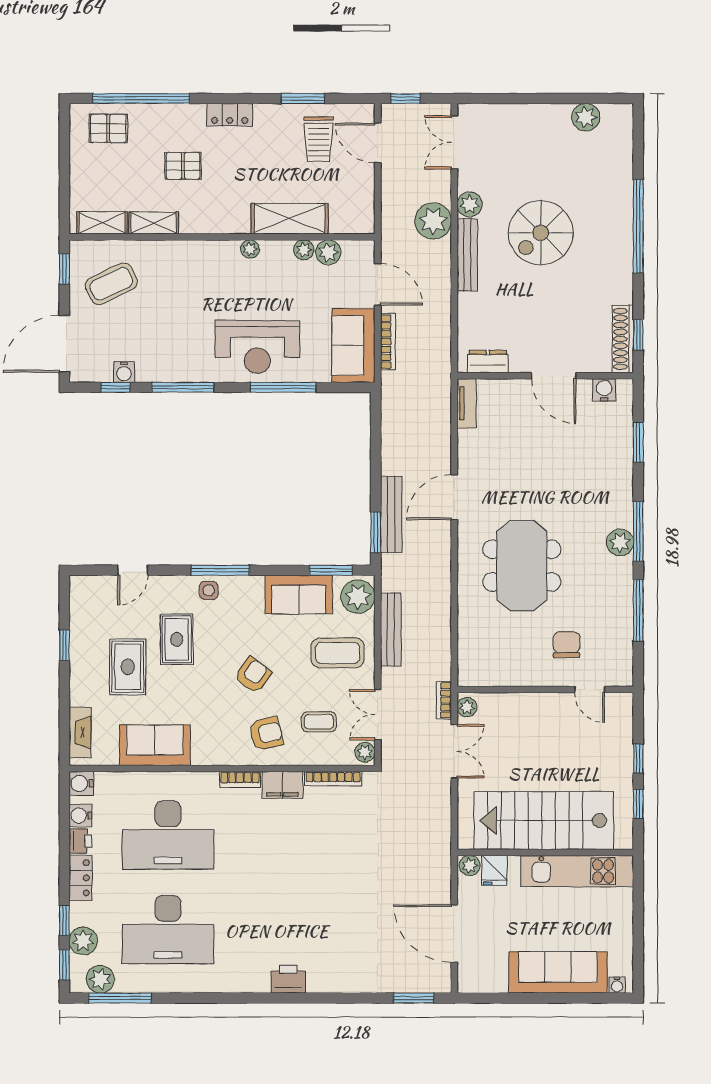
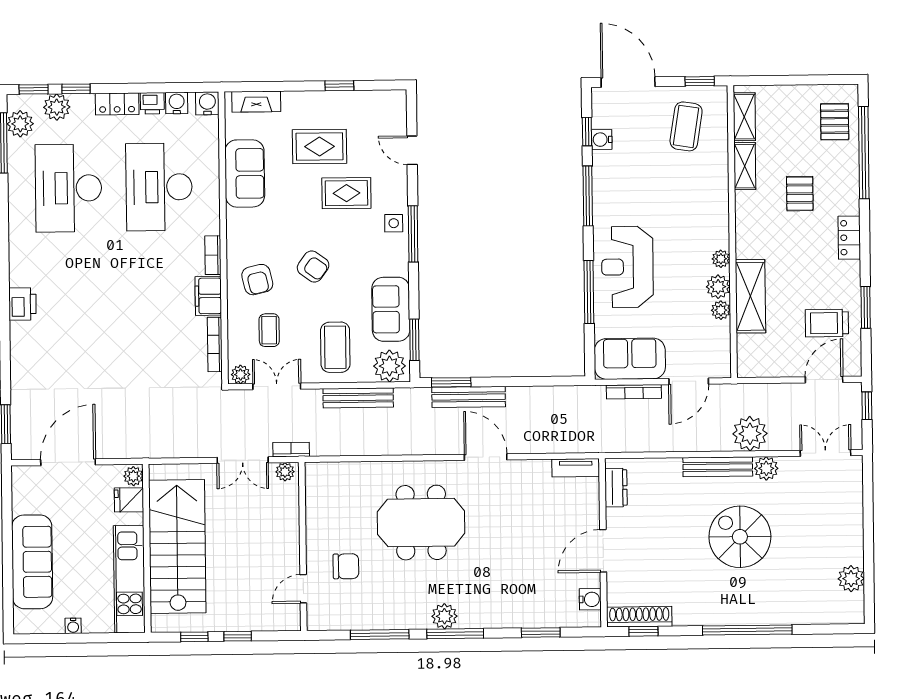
plant: (328, 252) -> (718, 287), moved
coffee table: (111, 284) -> (686, 126), turned 35
water cooler: (617, 985) -> (73, 626), moved, turned -90

